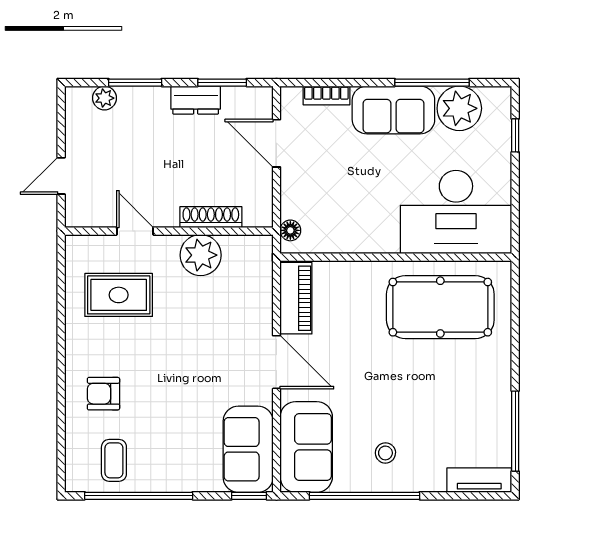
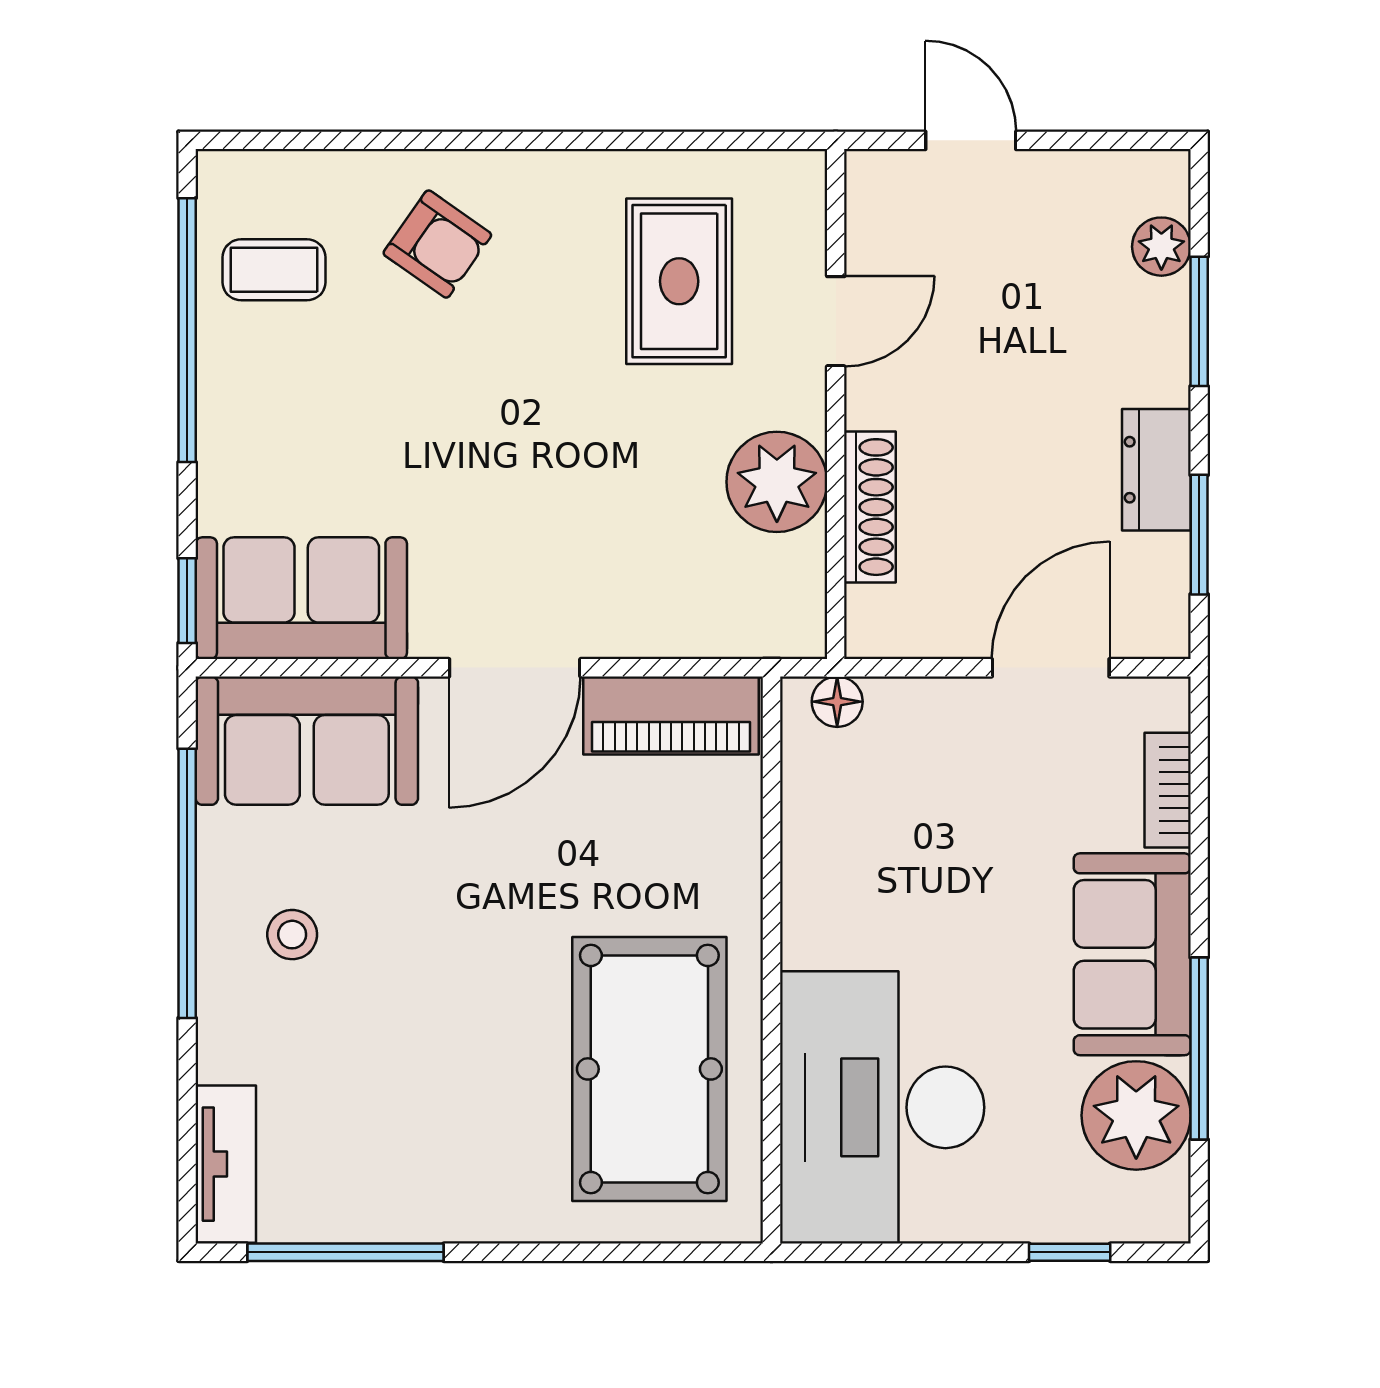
armchair: (103, 394) -> (437, 244), turned 125

